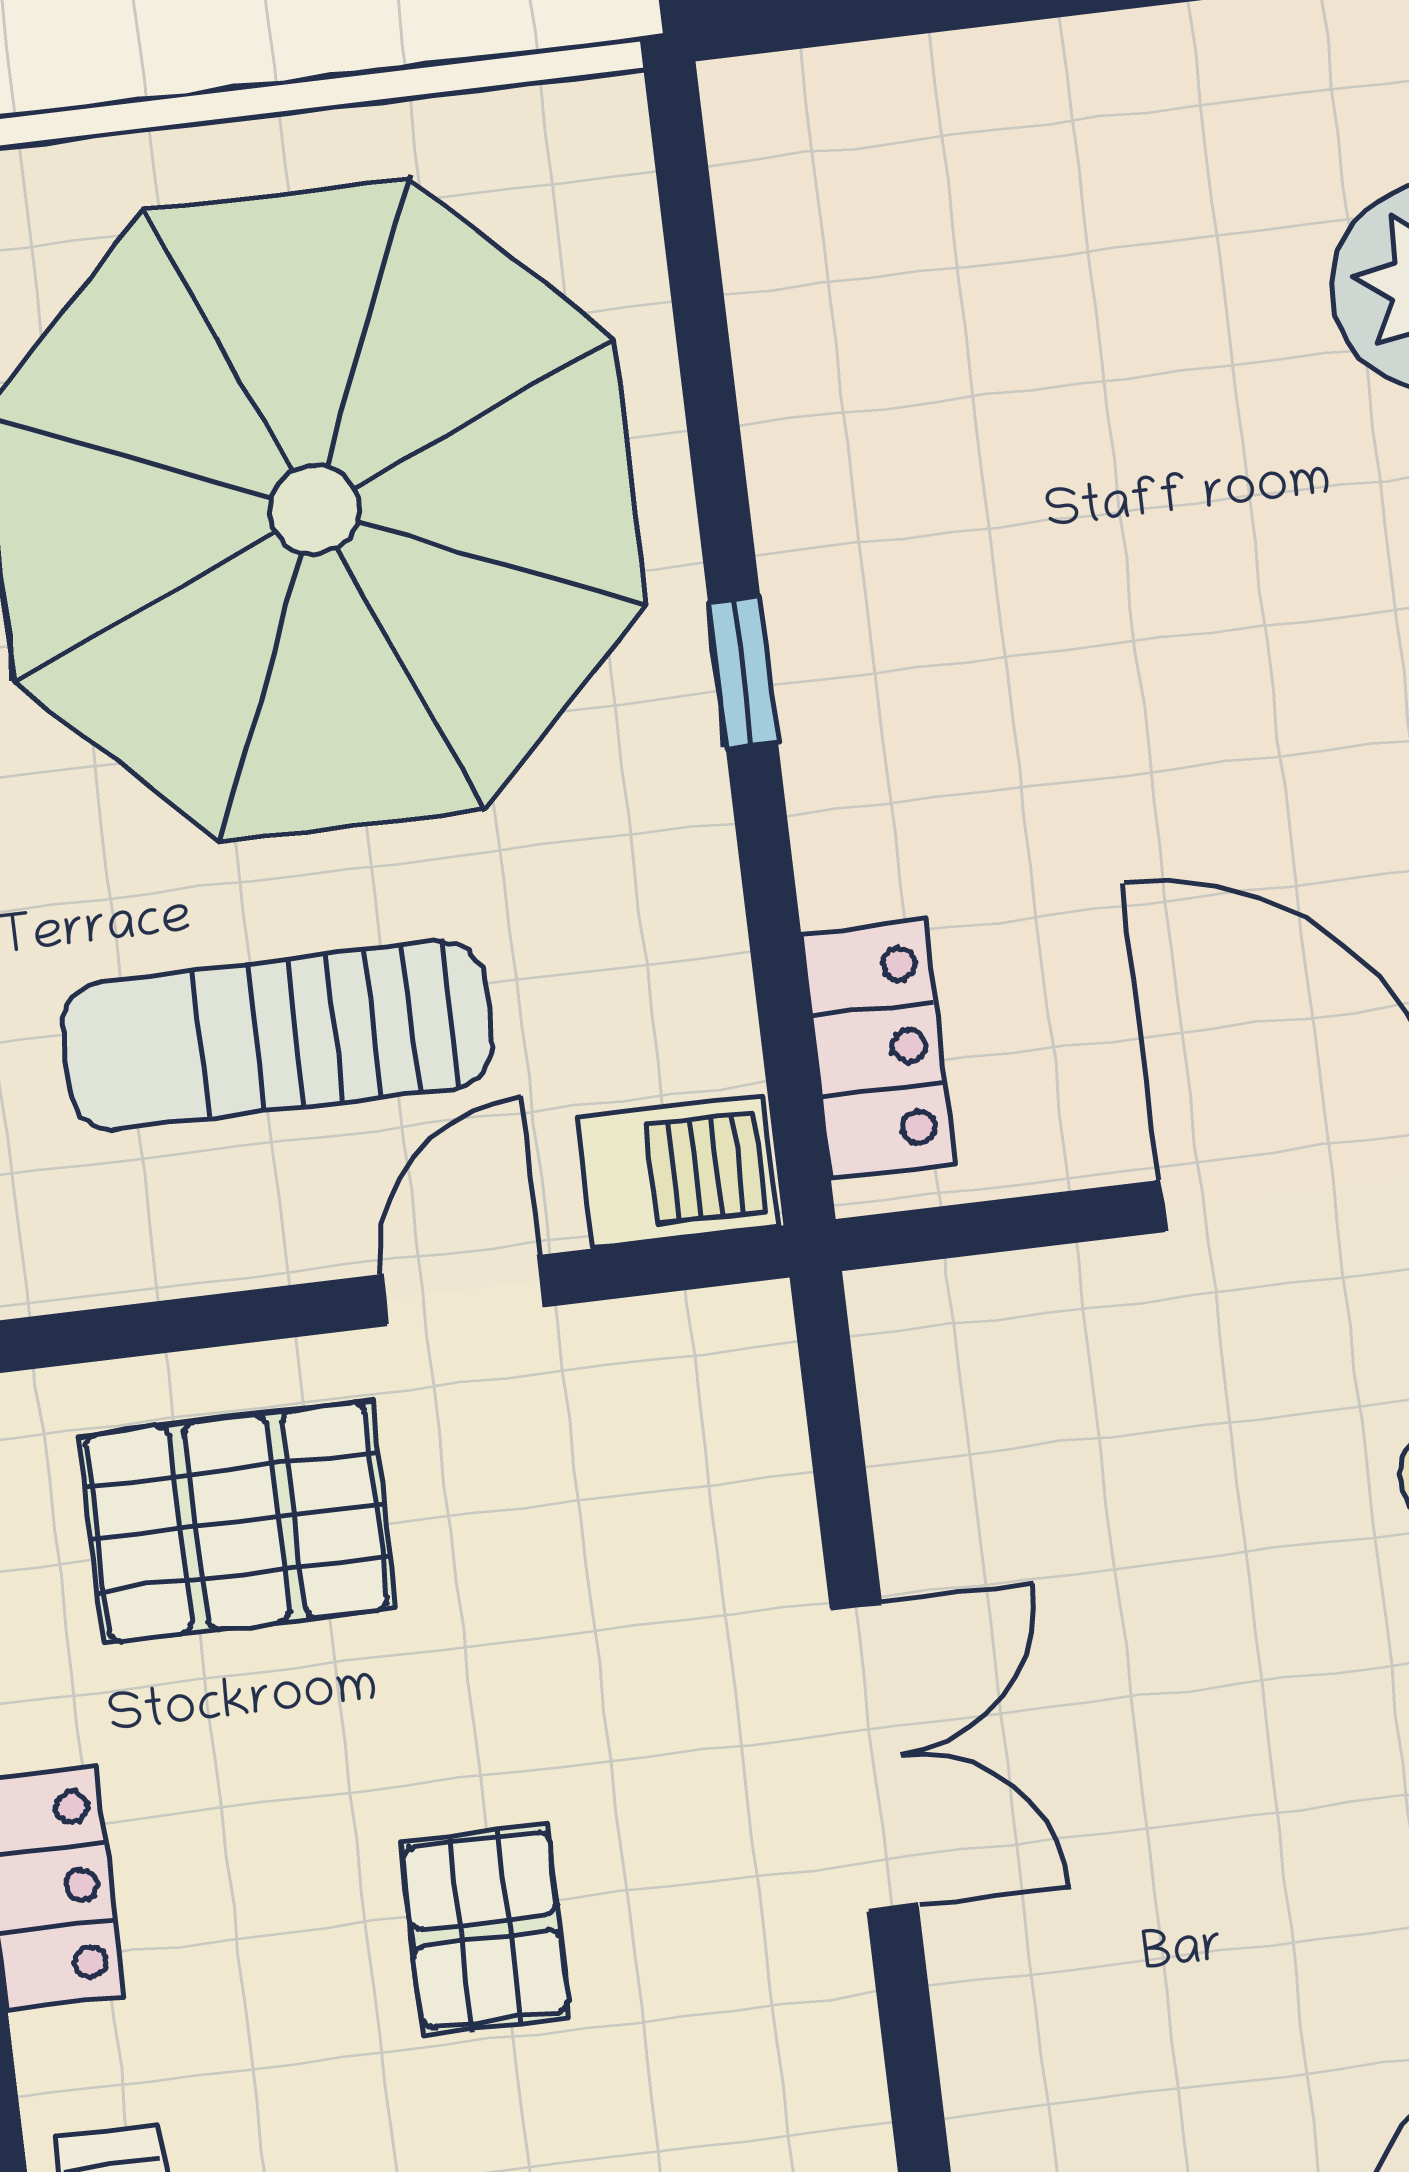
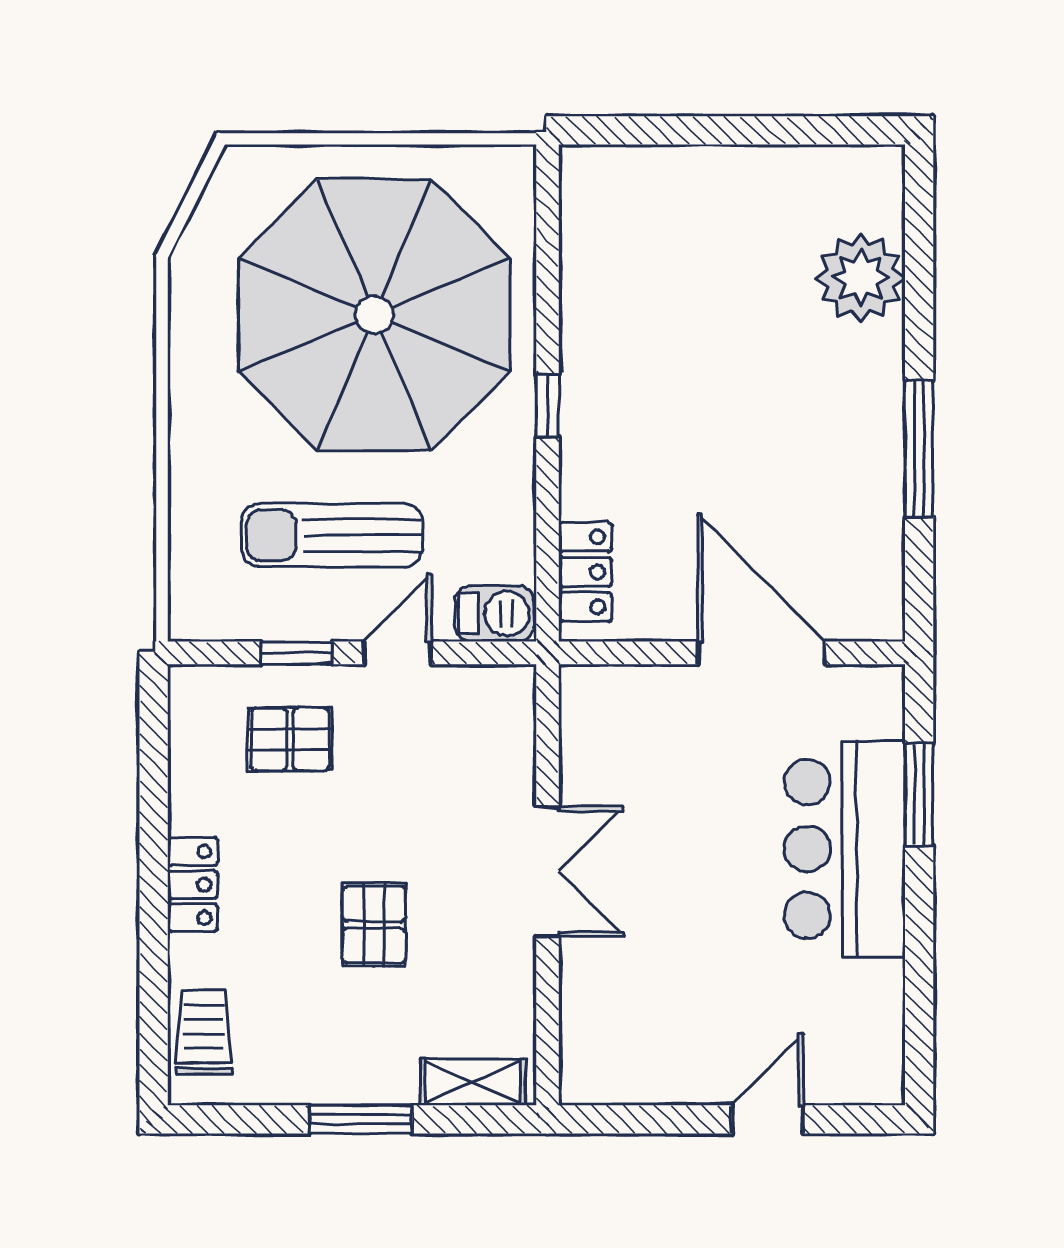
window: (228, 1319) -> (297, 653), added
pallet: (237, 1522) -> (290, 739), width x0.67, depth x0.71

